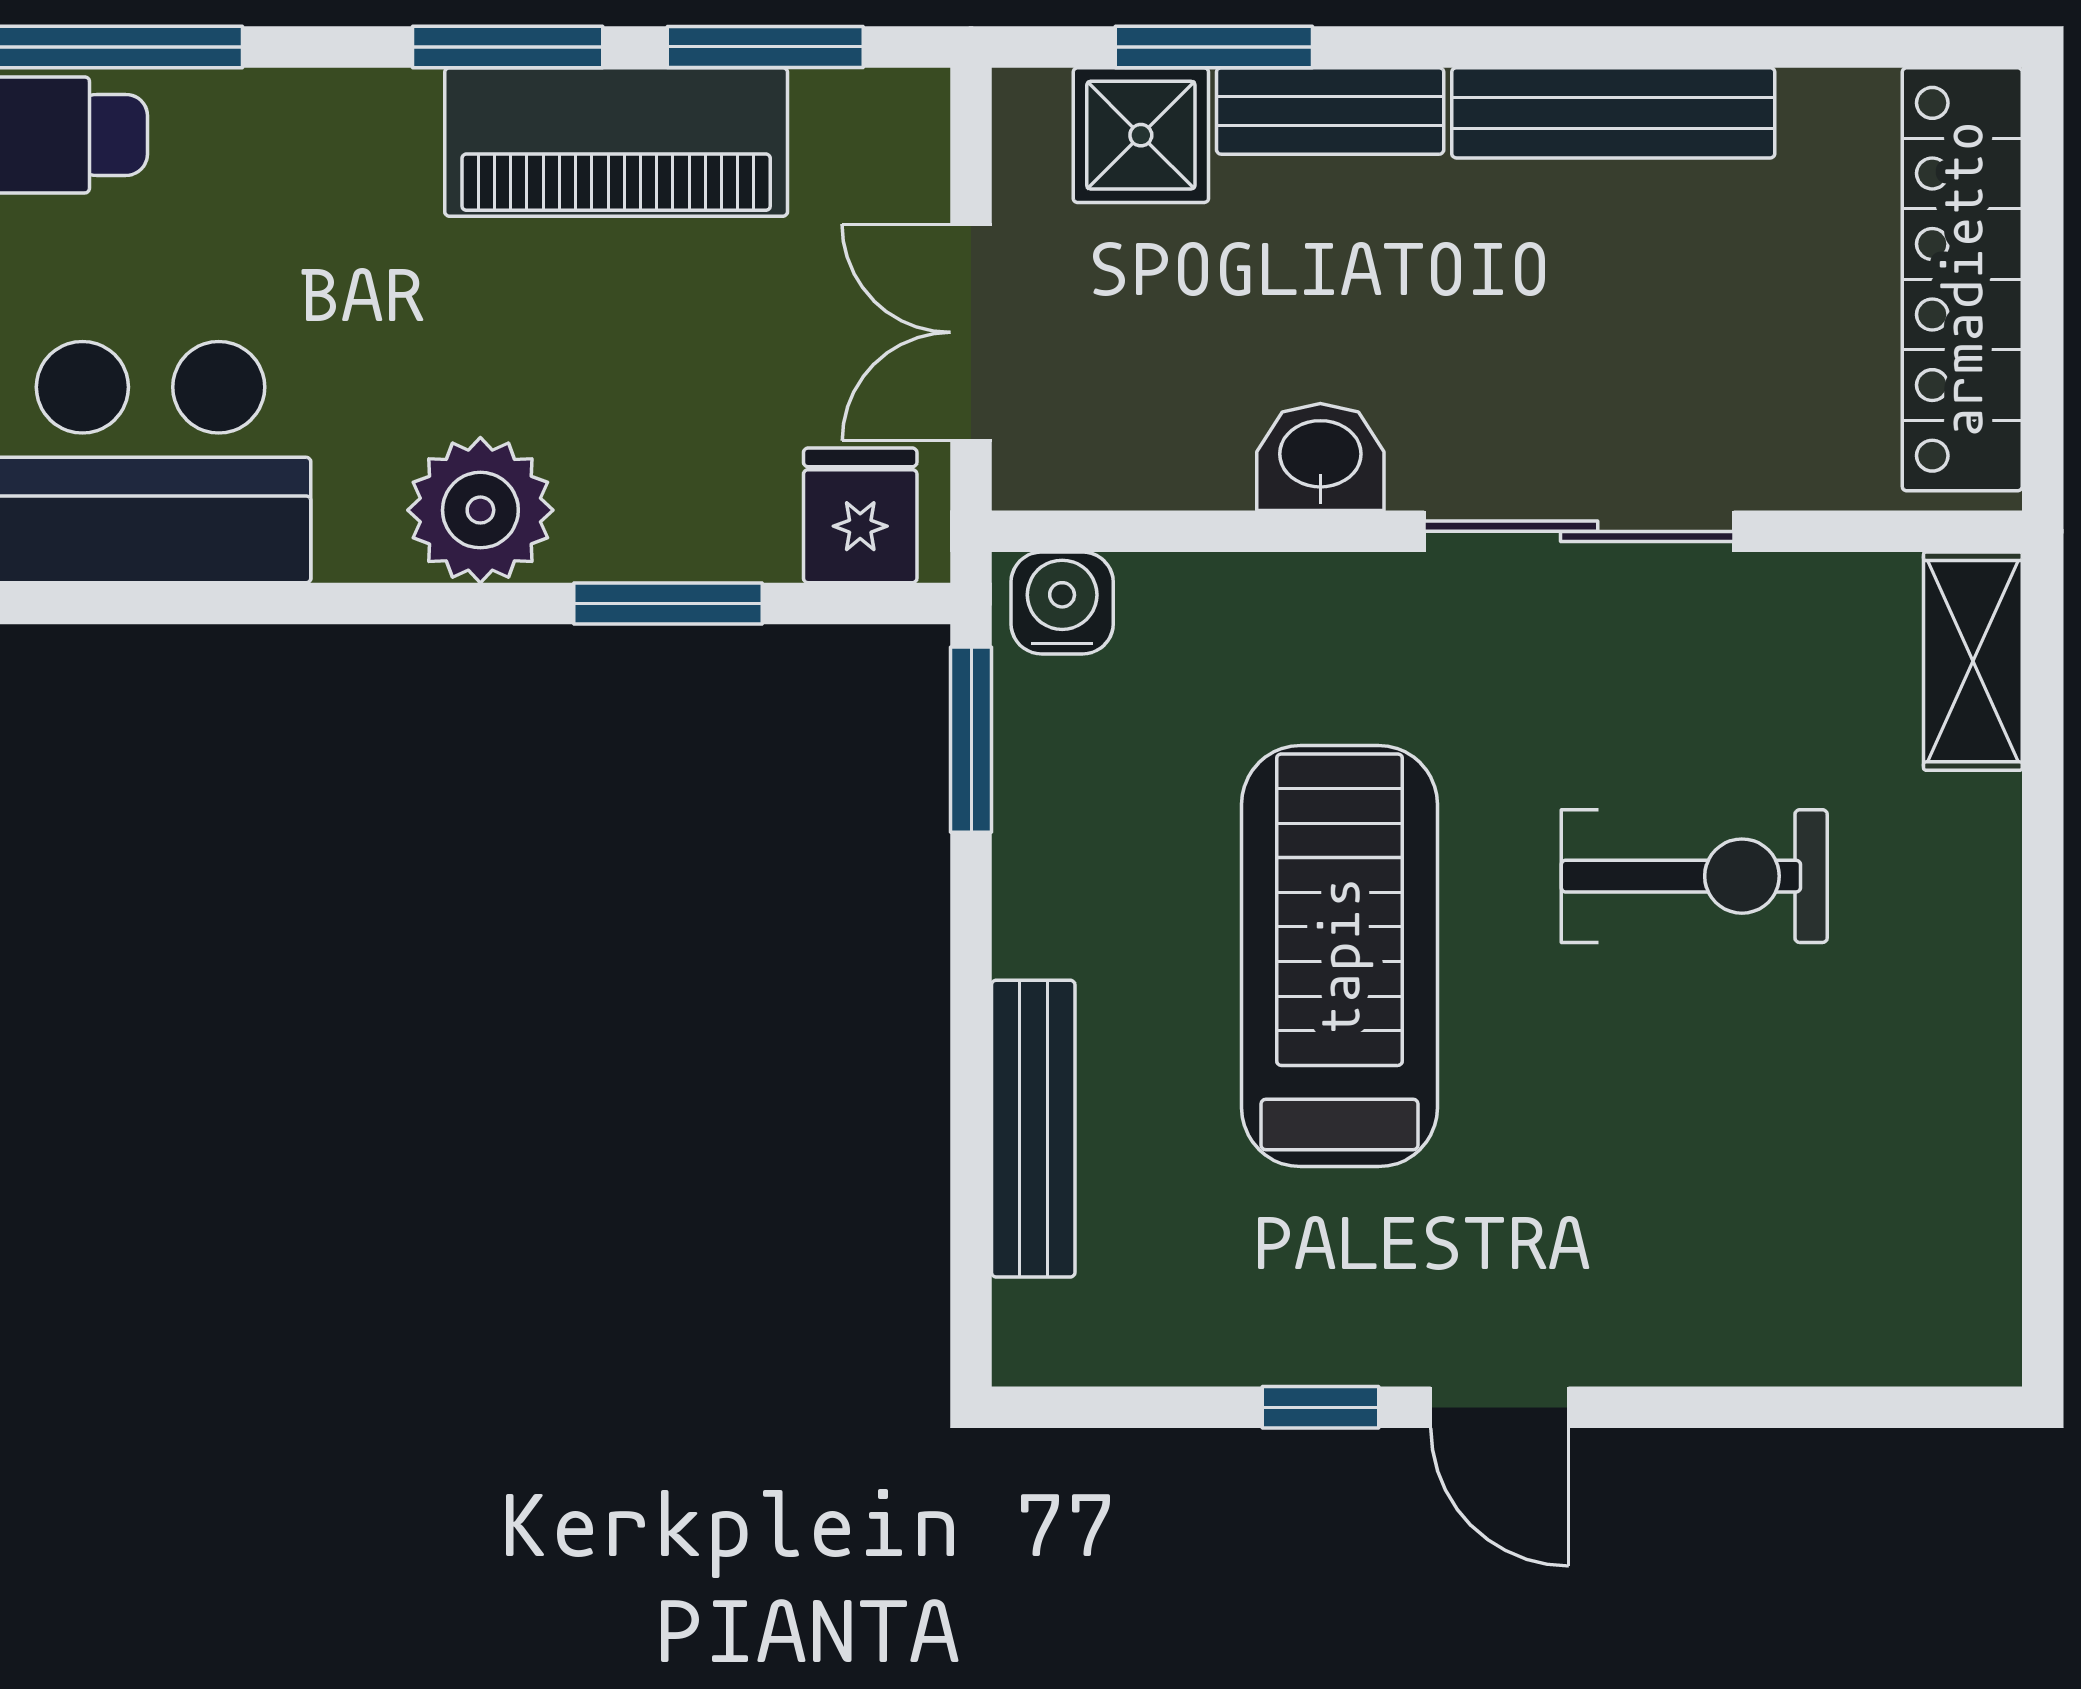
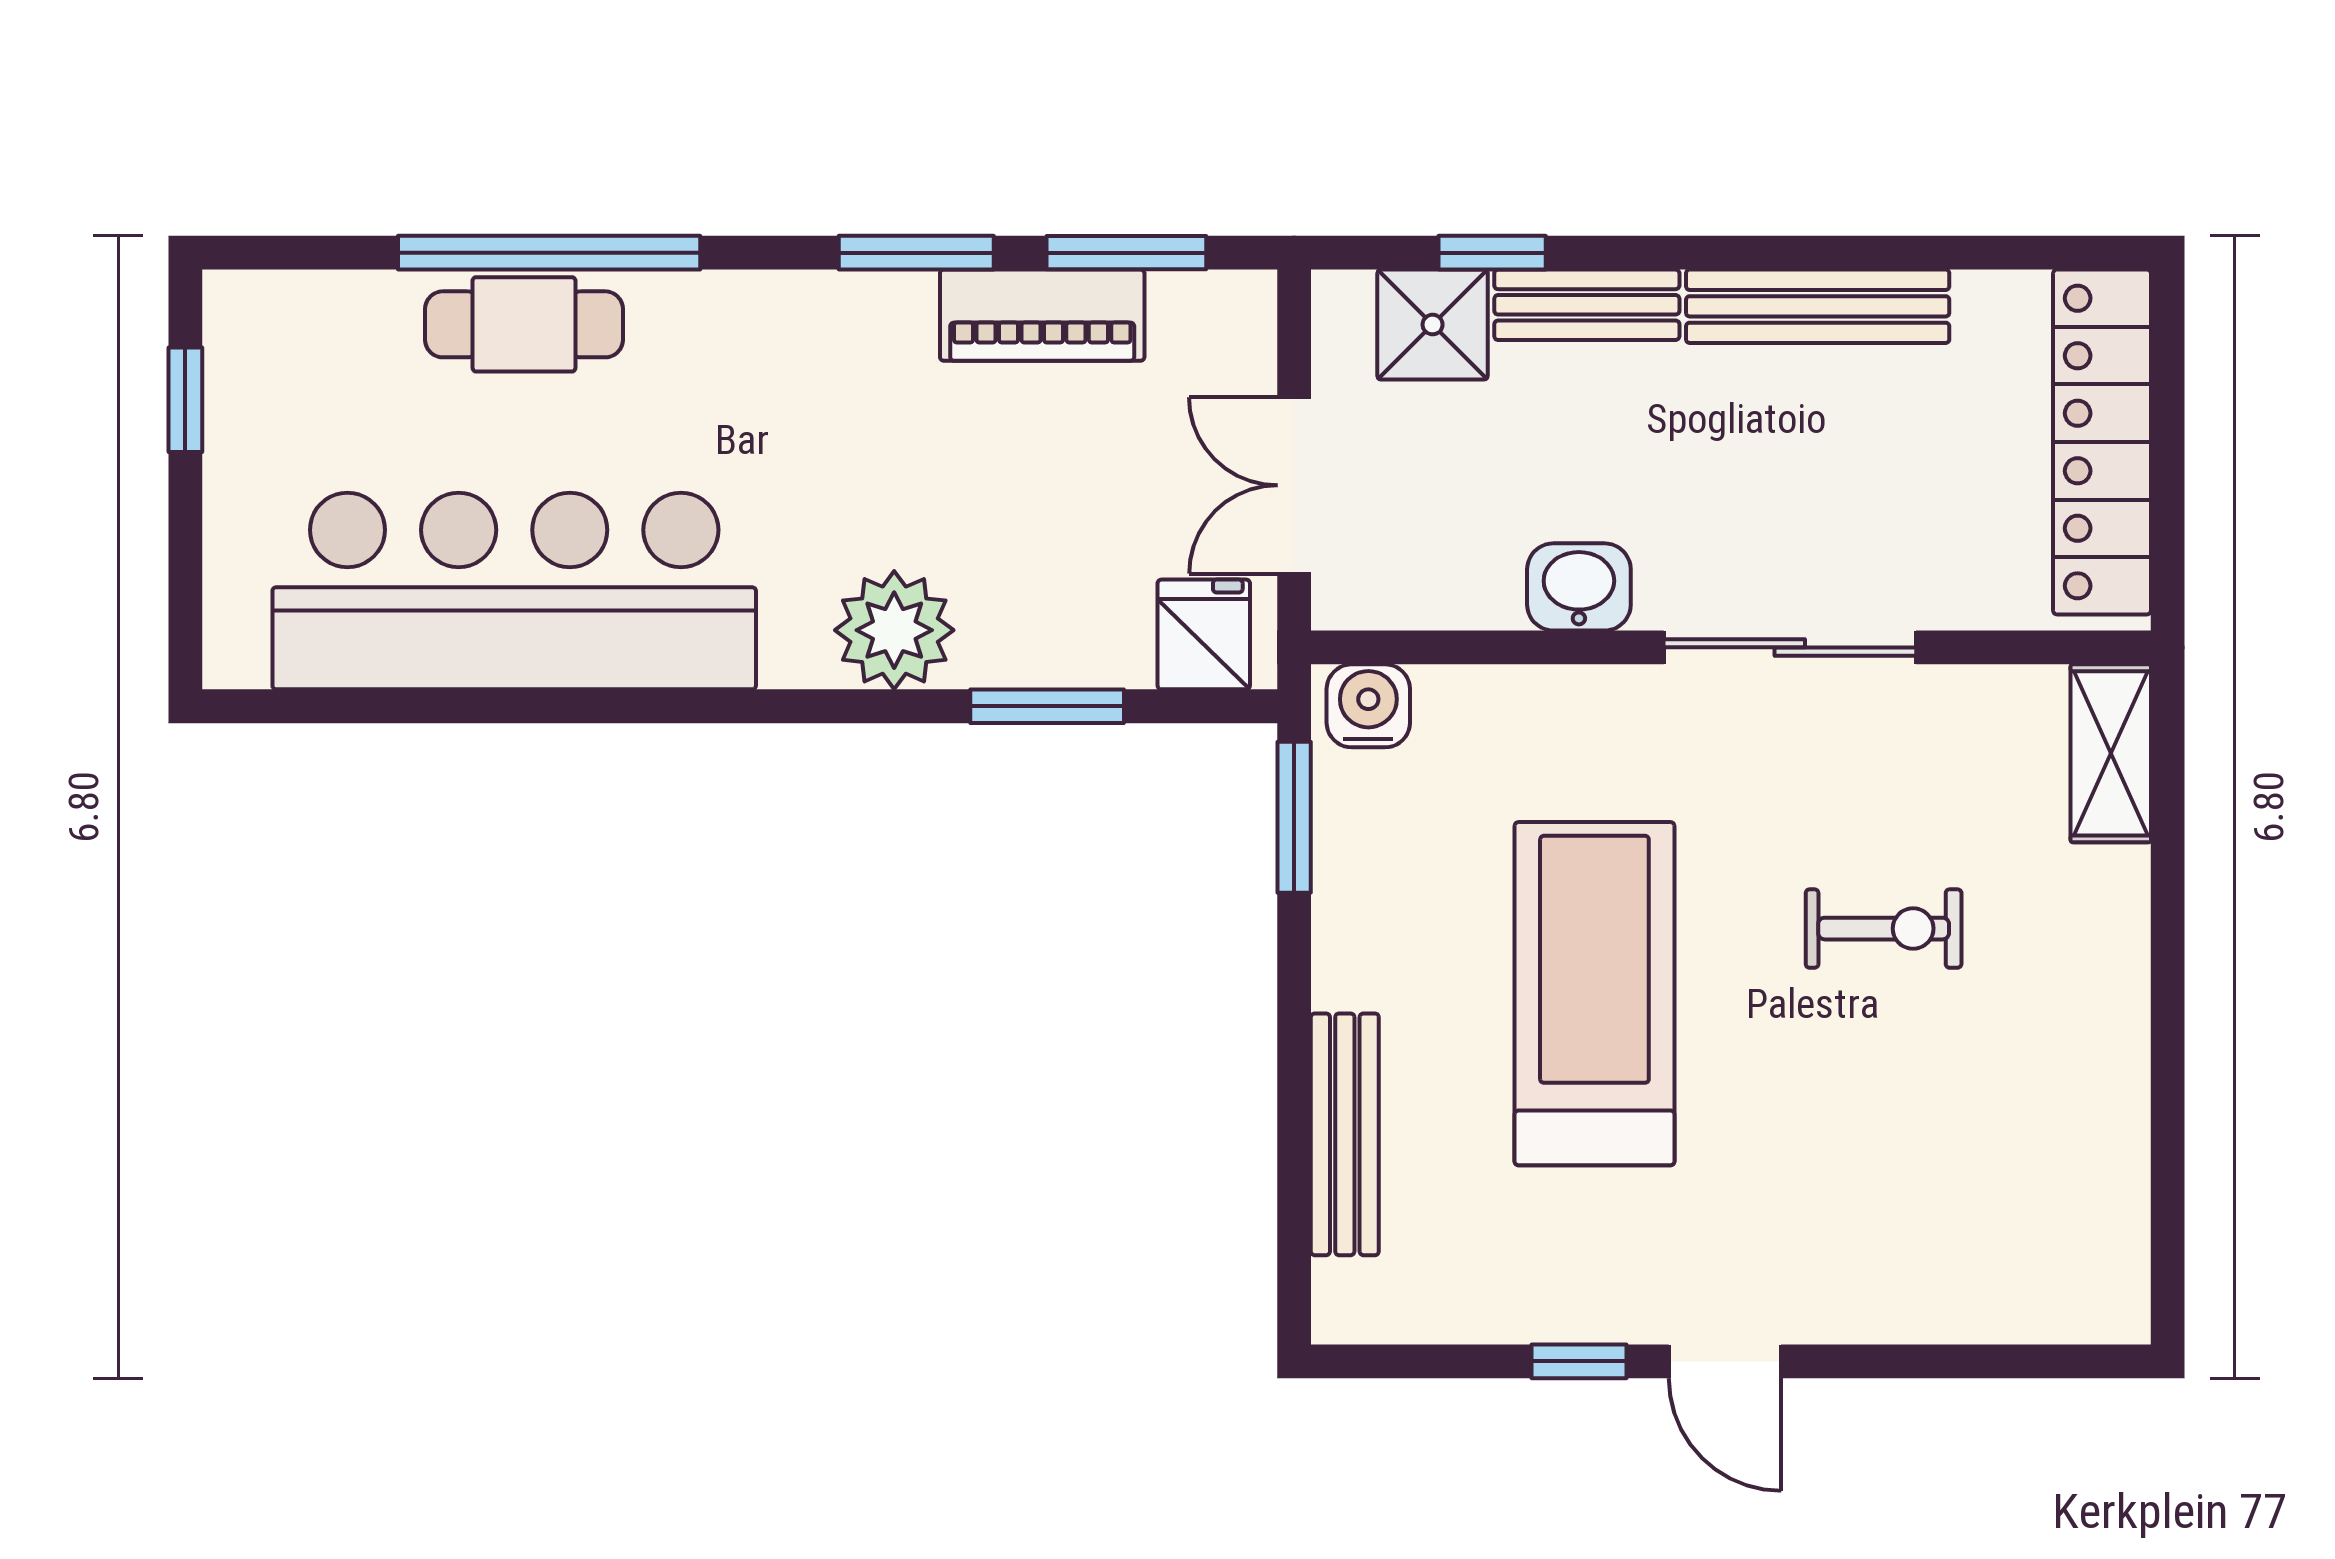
window: (1214, 47) -> (1492, 253), width x0.67
piano: (616, 142) -> (1042, 315), width x0.73, depth x0.75
exercise bike: (1694, 876) -> (1884, 929), width x0.73, depth x0.72

